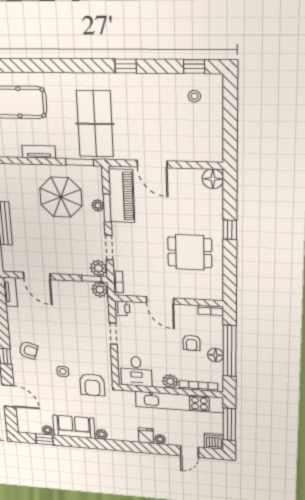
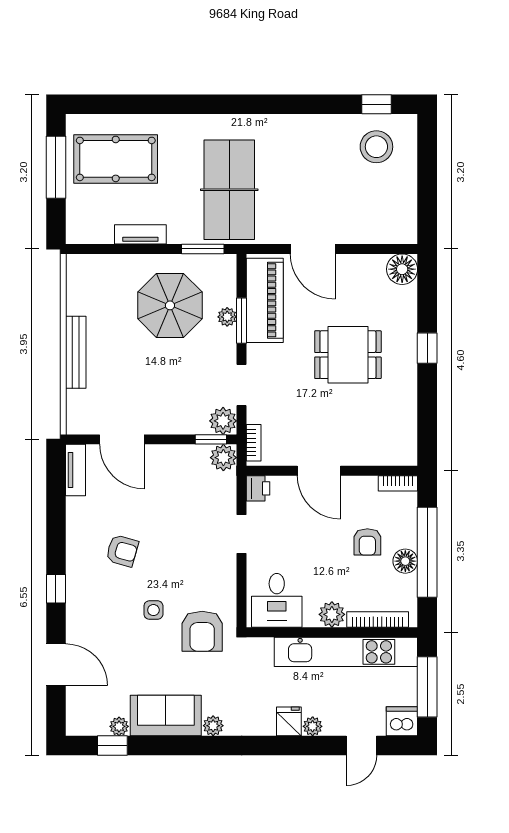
window: (126, 66) -> (279, 104), removed
stool: (194, 96) -> (376, 147), width x1.89, depth x1.89
dining table: (190, 252) -> (348, 355), moved
armchair: (28, 350) -> (122, 551), moved

